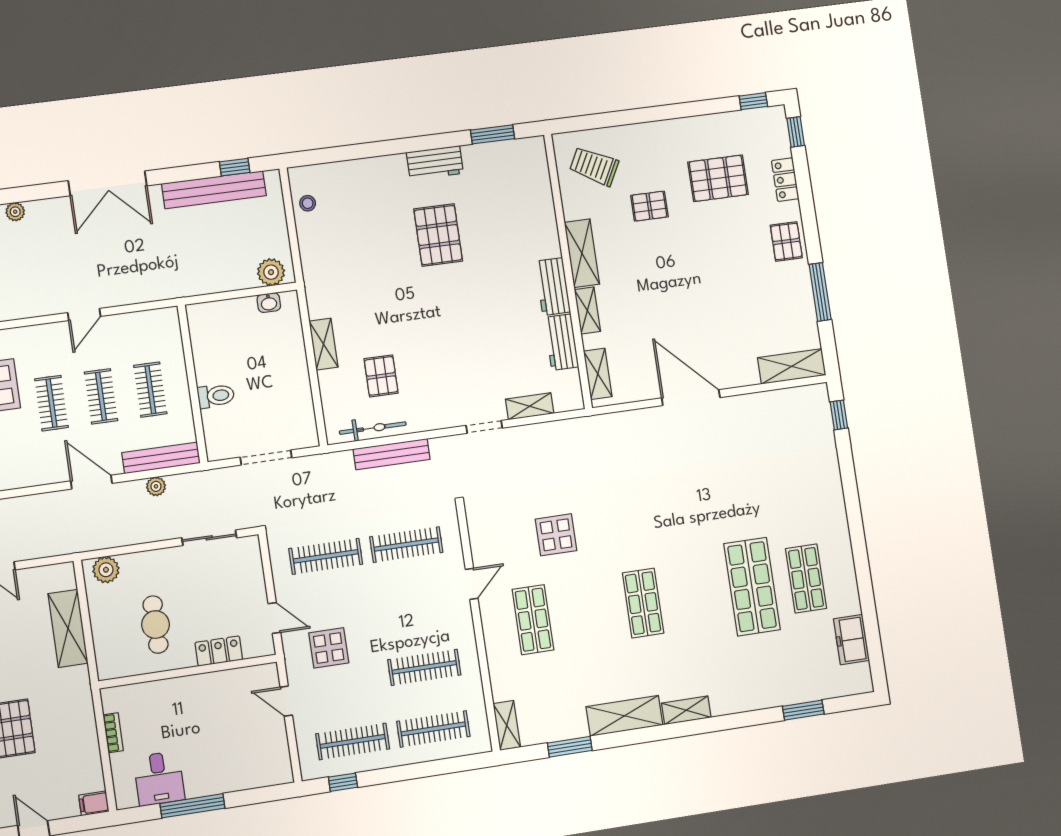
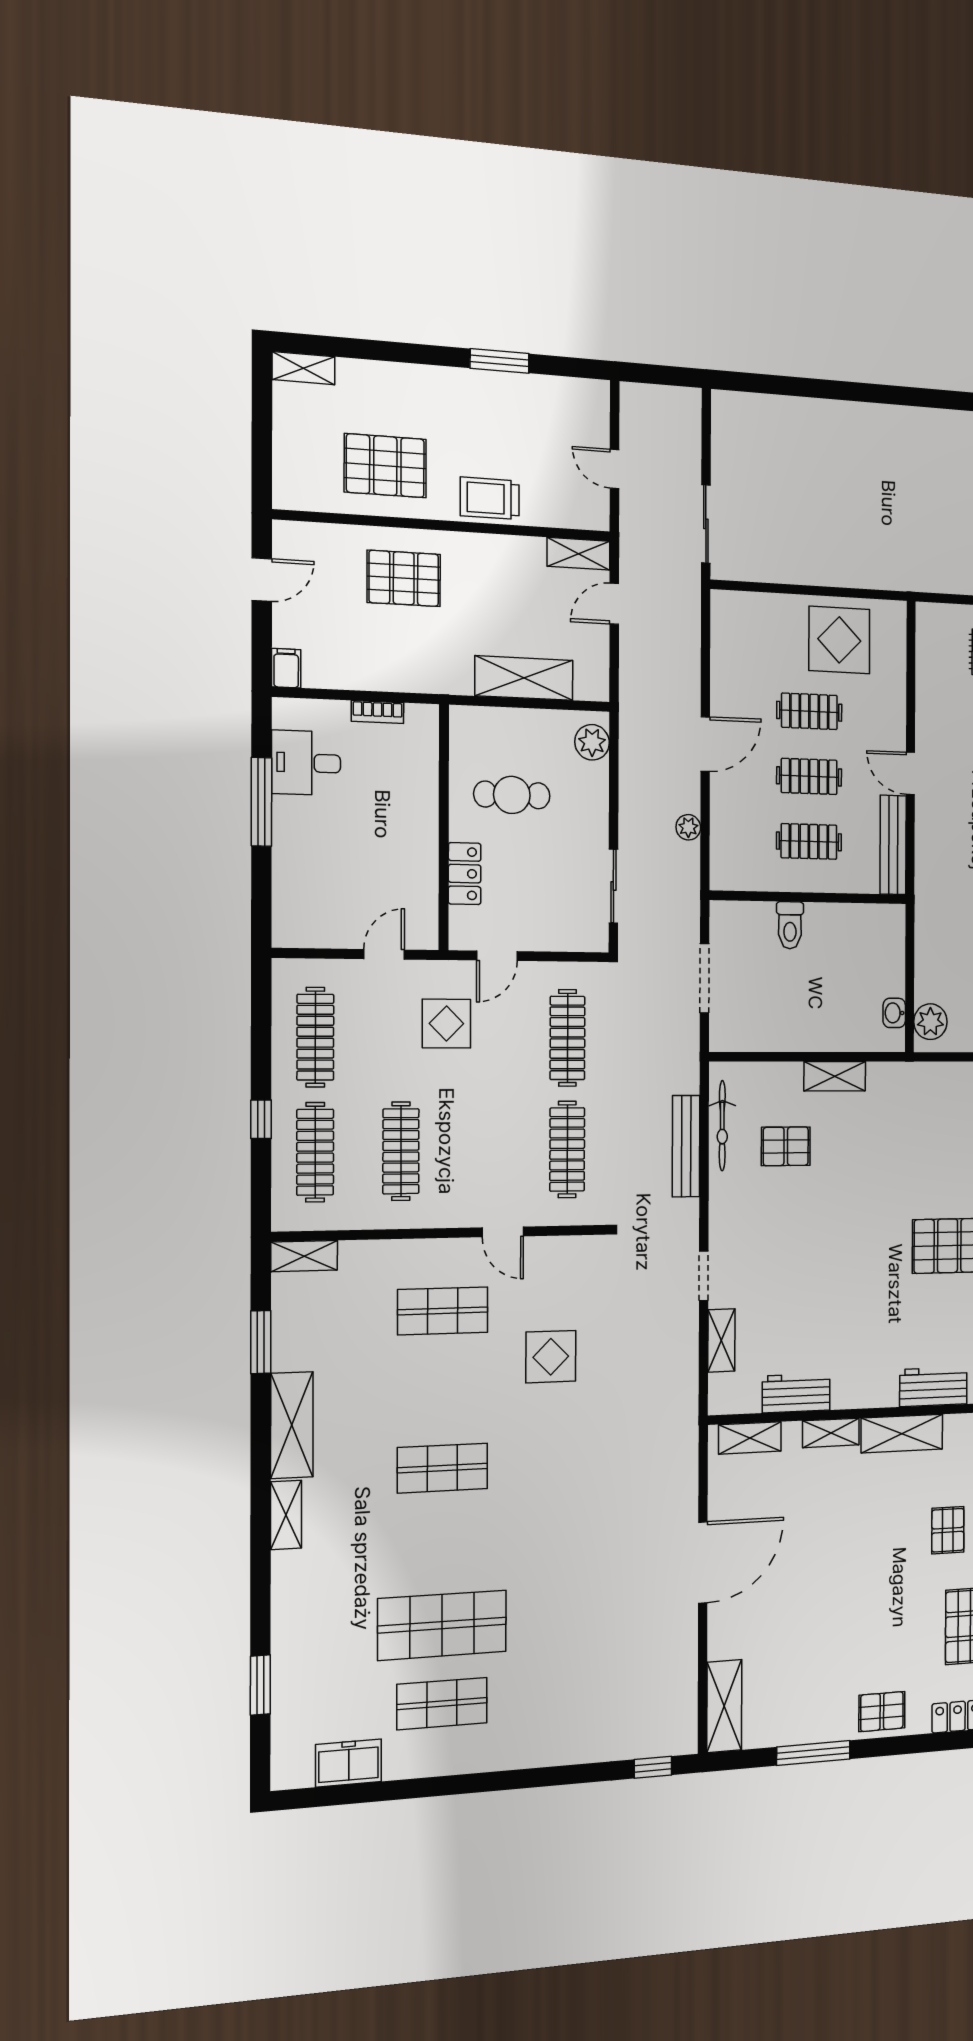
workbench: (553, 287) -> (933, 1387), moved
bench: (161, 458) -> (893, 845), moved
window: (343, 782) -> (261, 1119), moved

